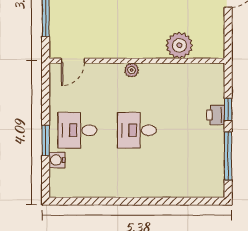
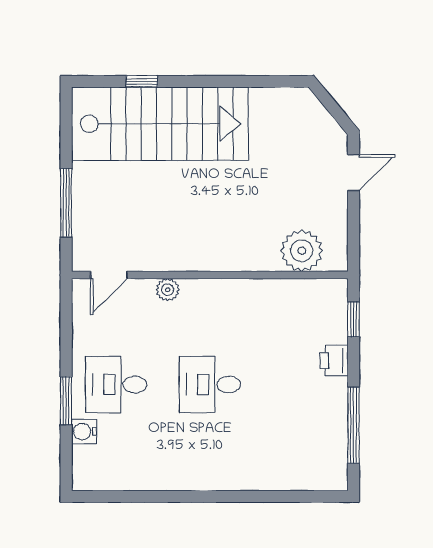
plant: (179, 45) -> (302, 251), moved
plant: (132, 70) -> (168, 290), moved
window: (228, 109) -> (354, 319), moved

